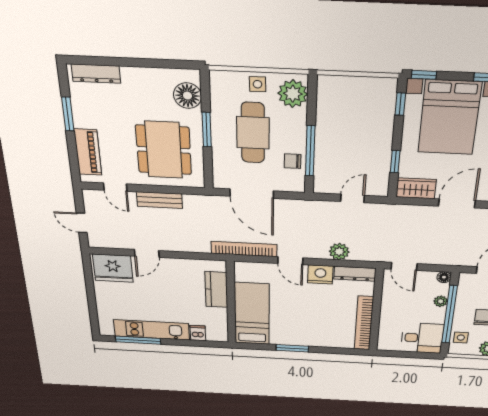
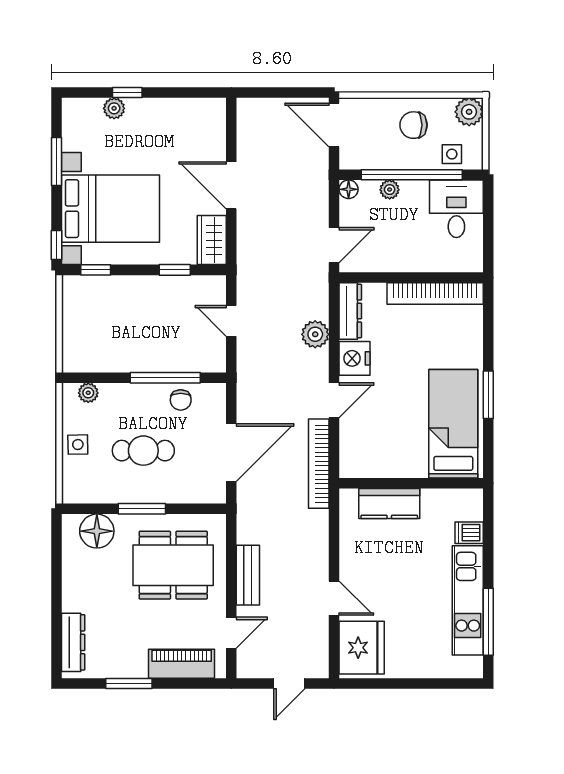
plant: (293, 94) -> (88, 393), width x0.53, depth x0.53
cafe table: (253, 133) -> (143, 451), width x0.73, depth x0.74
bed: (252, 314) -> (453, 424), moved, turned 90

